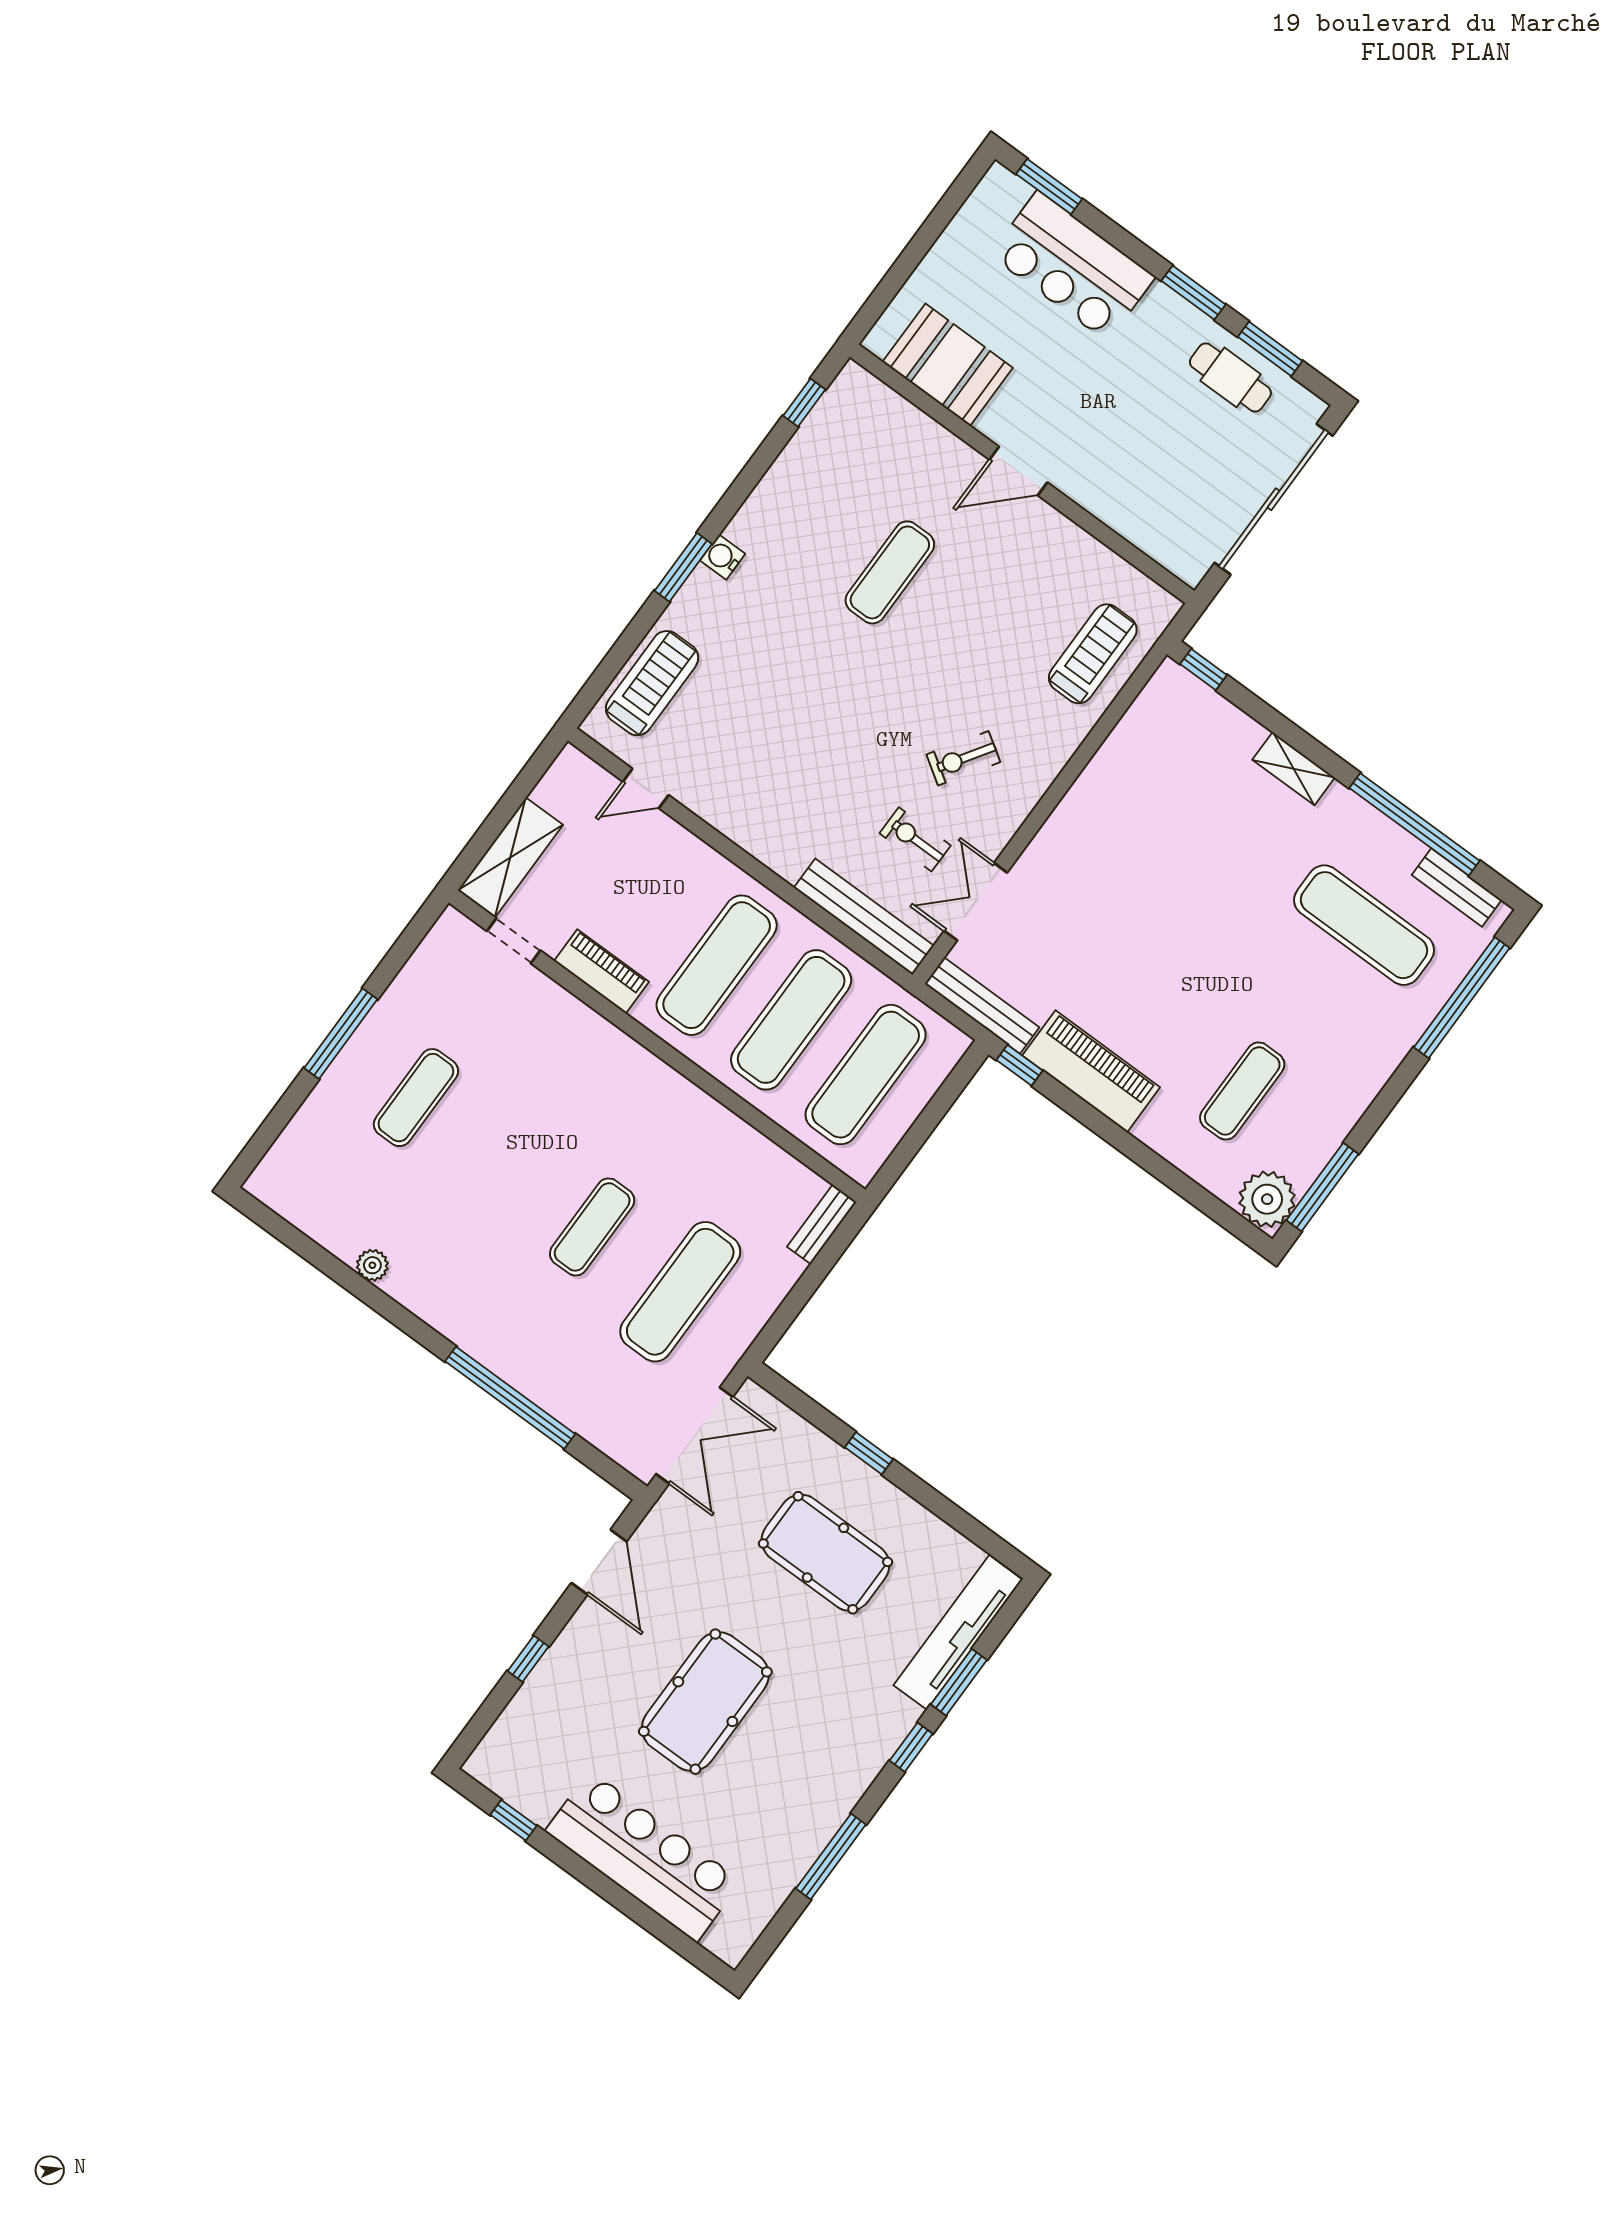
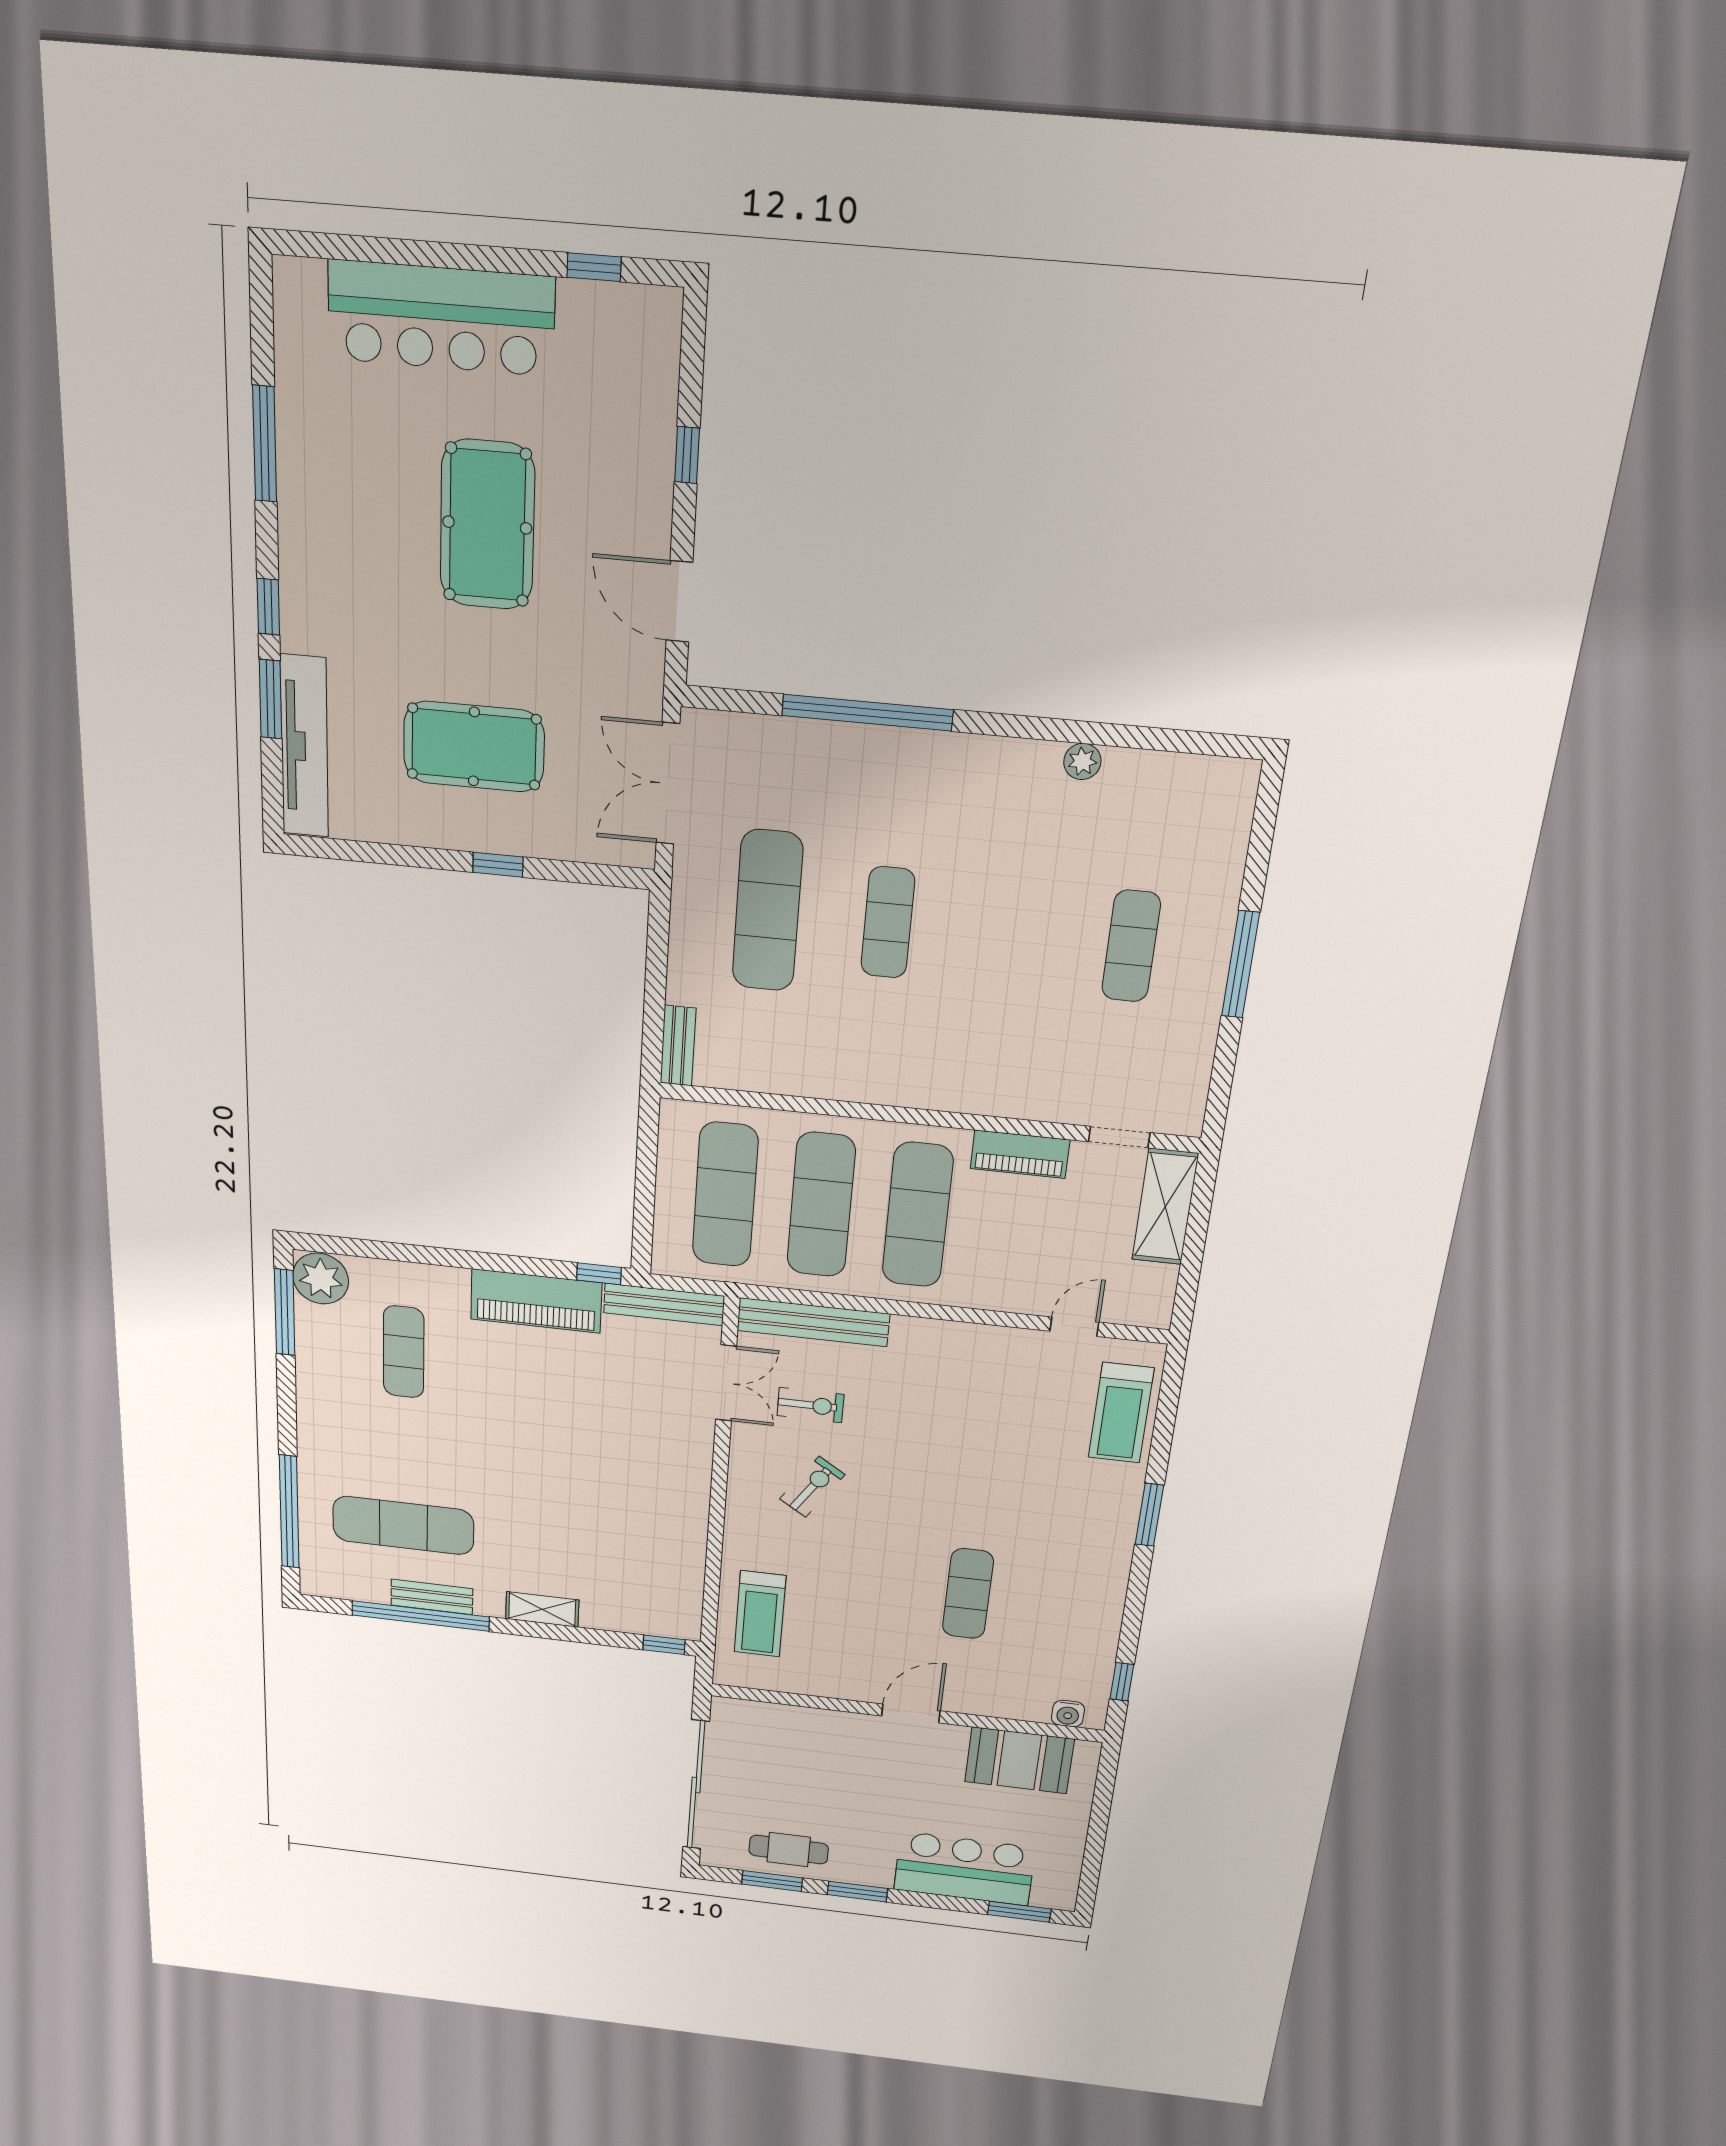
water cooler: (723, 557) -> (1068, 1714), moved, turned 90
bench: (1457, 888) -> (432, 1597), moved

